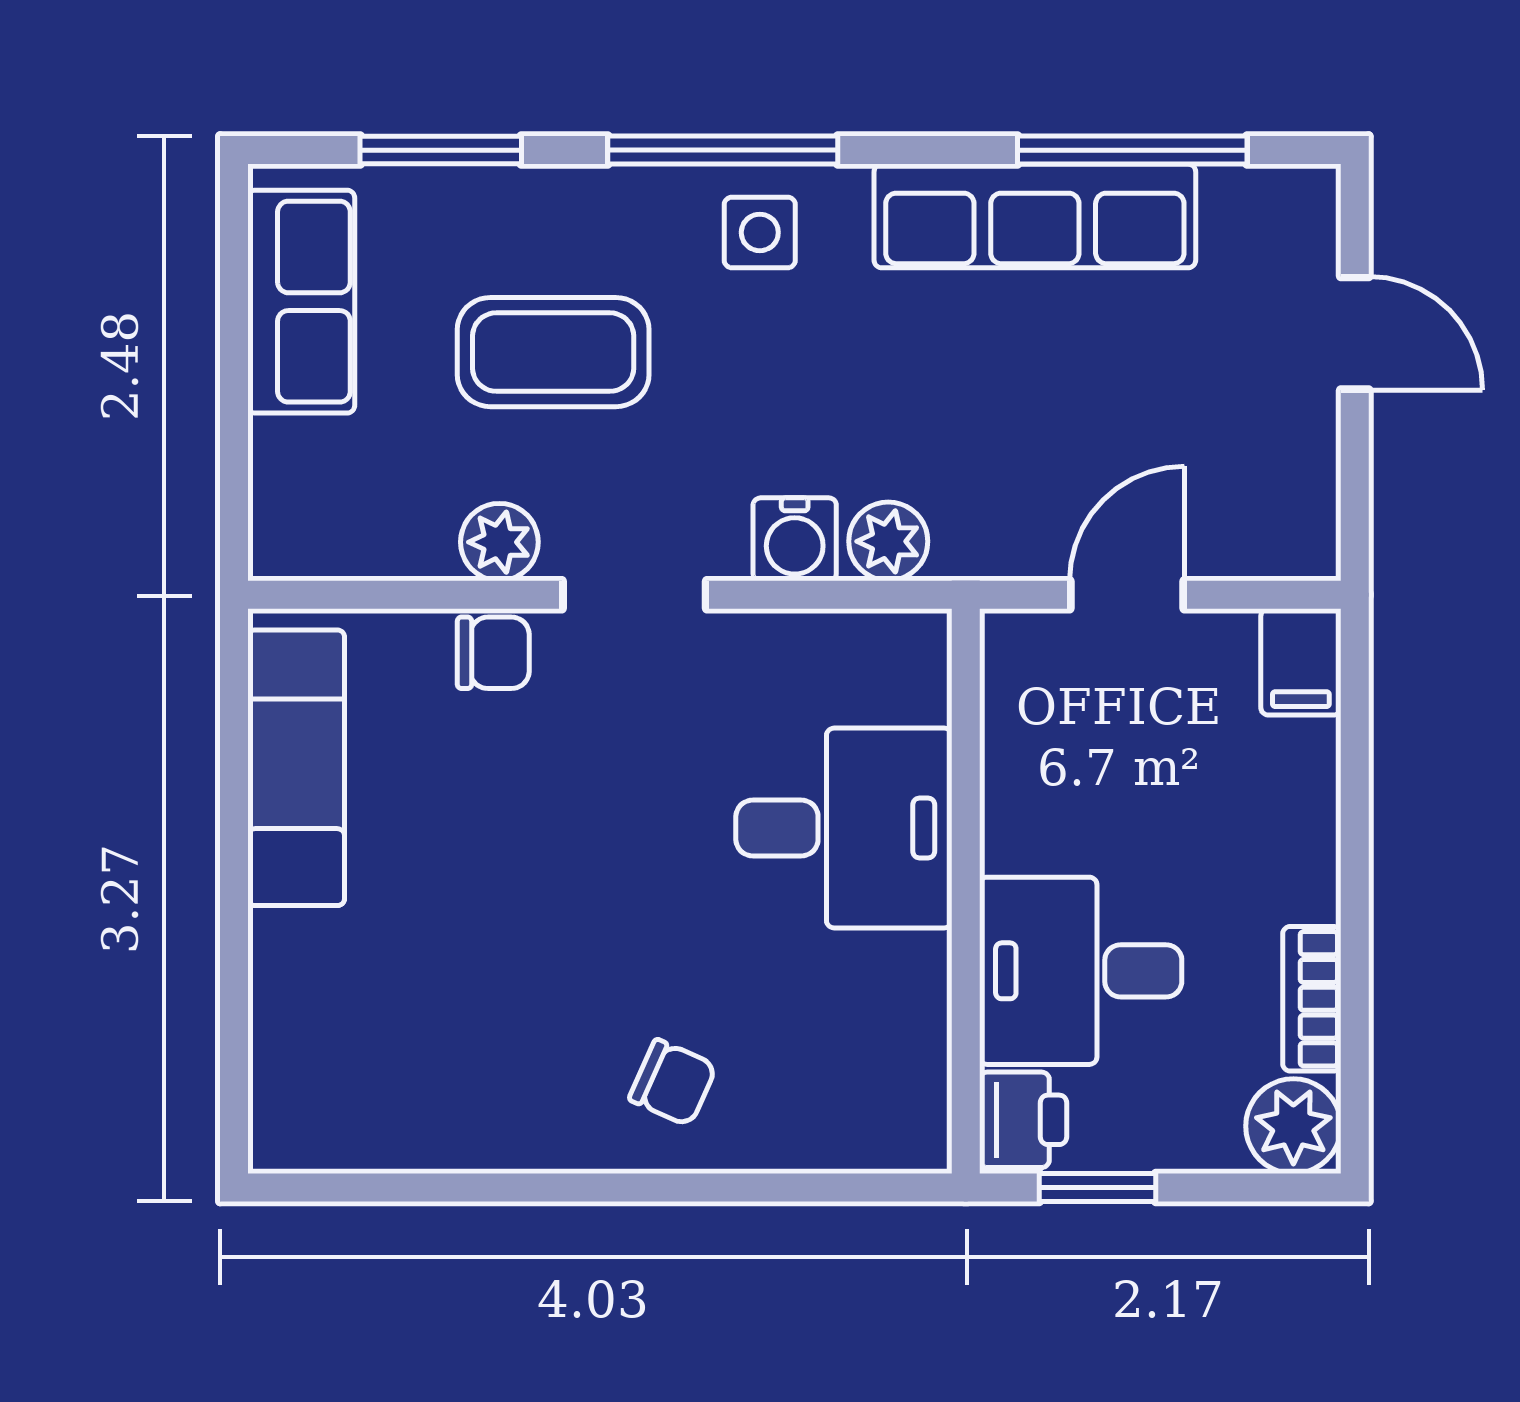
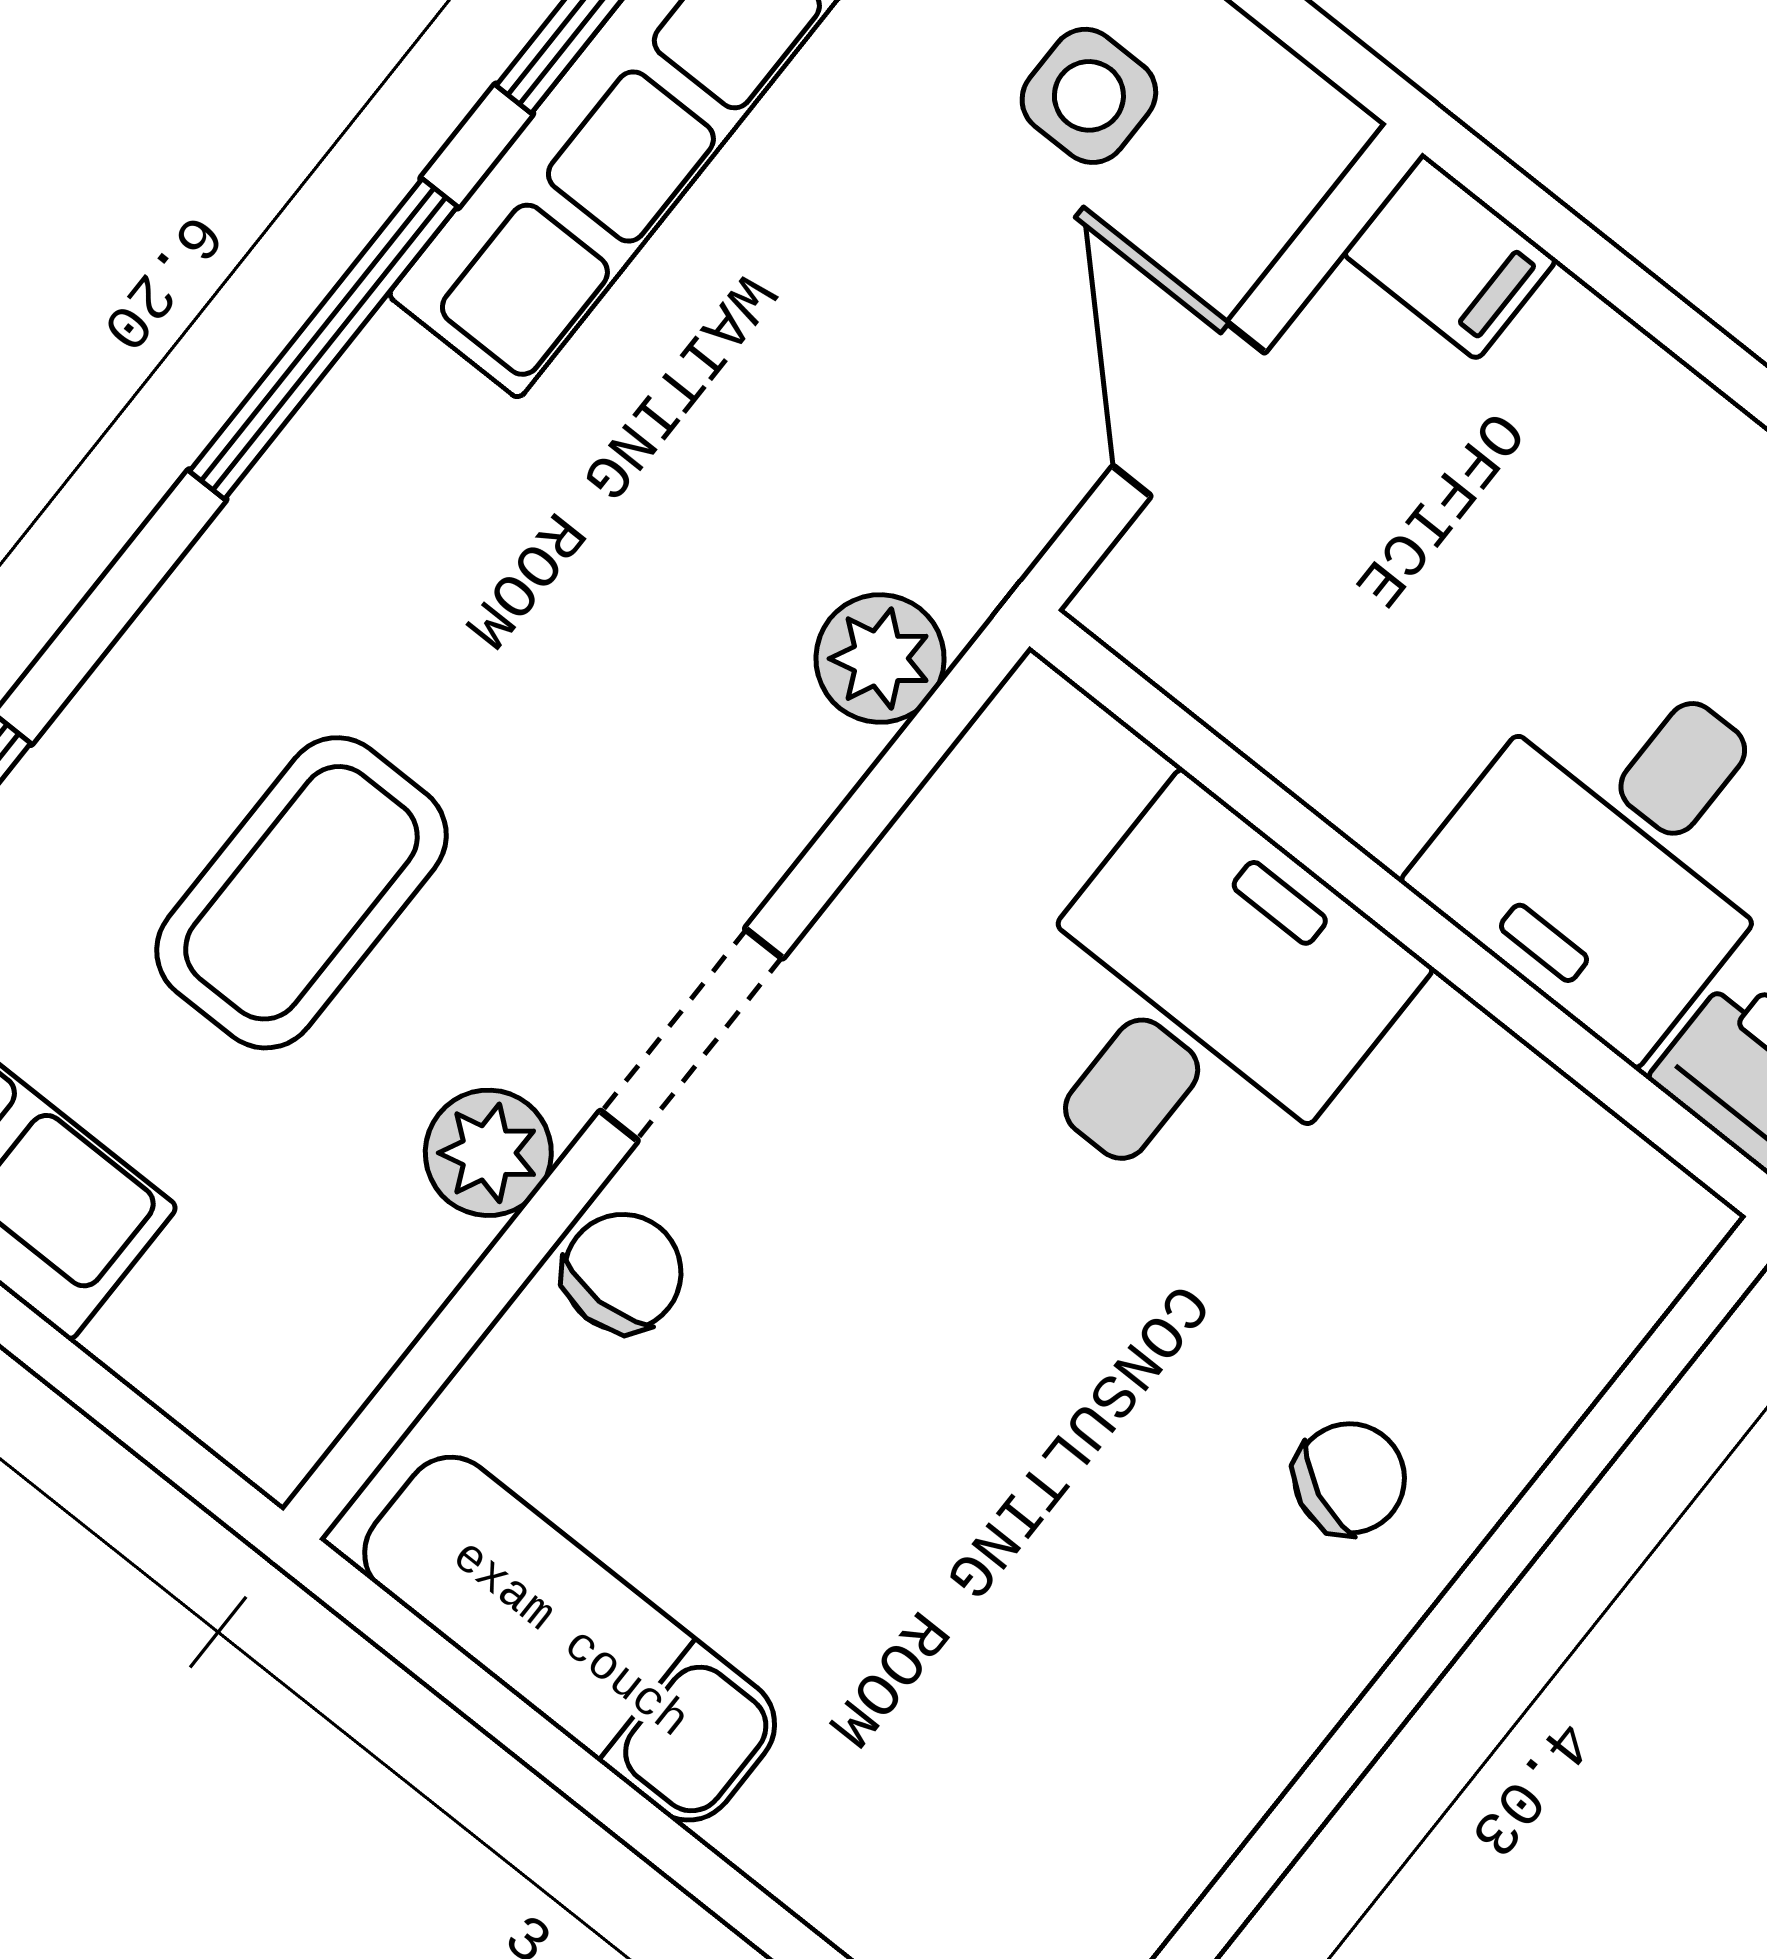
window: (723, 150) -> (323, 339), moved
side table: (760, 232) -> (1089, 96), moved
water cooler: (795, 539) -> (783, 775), removed

